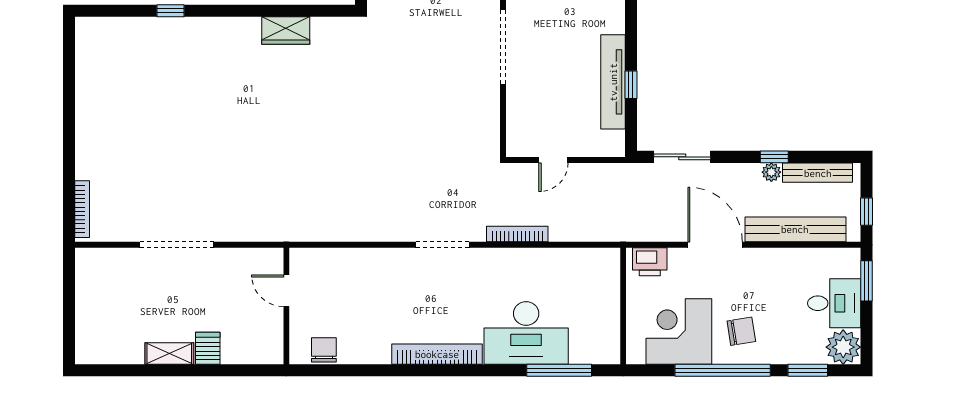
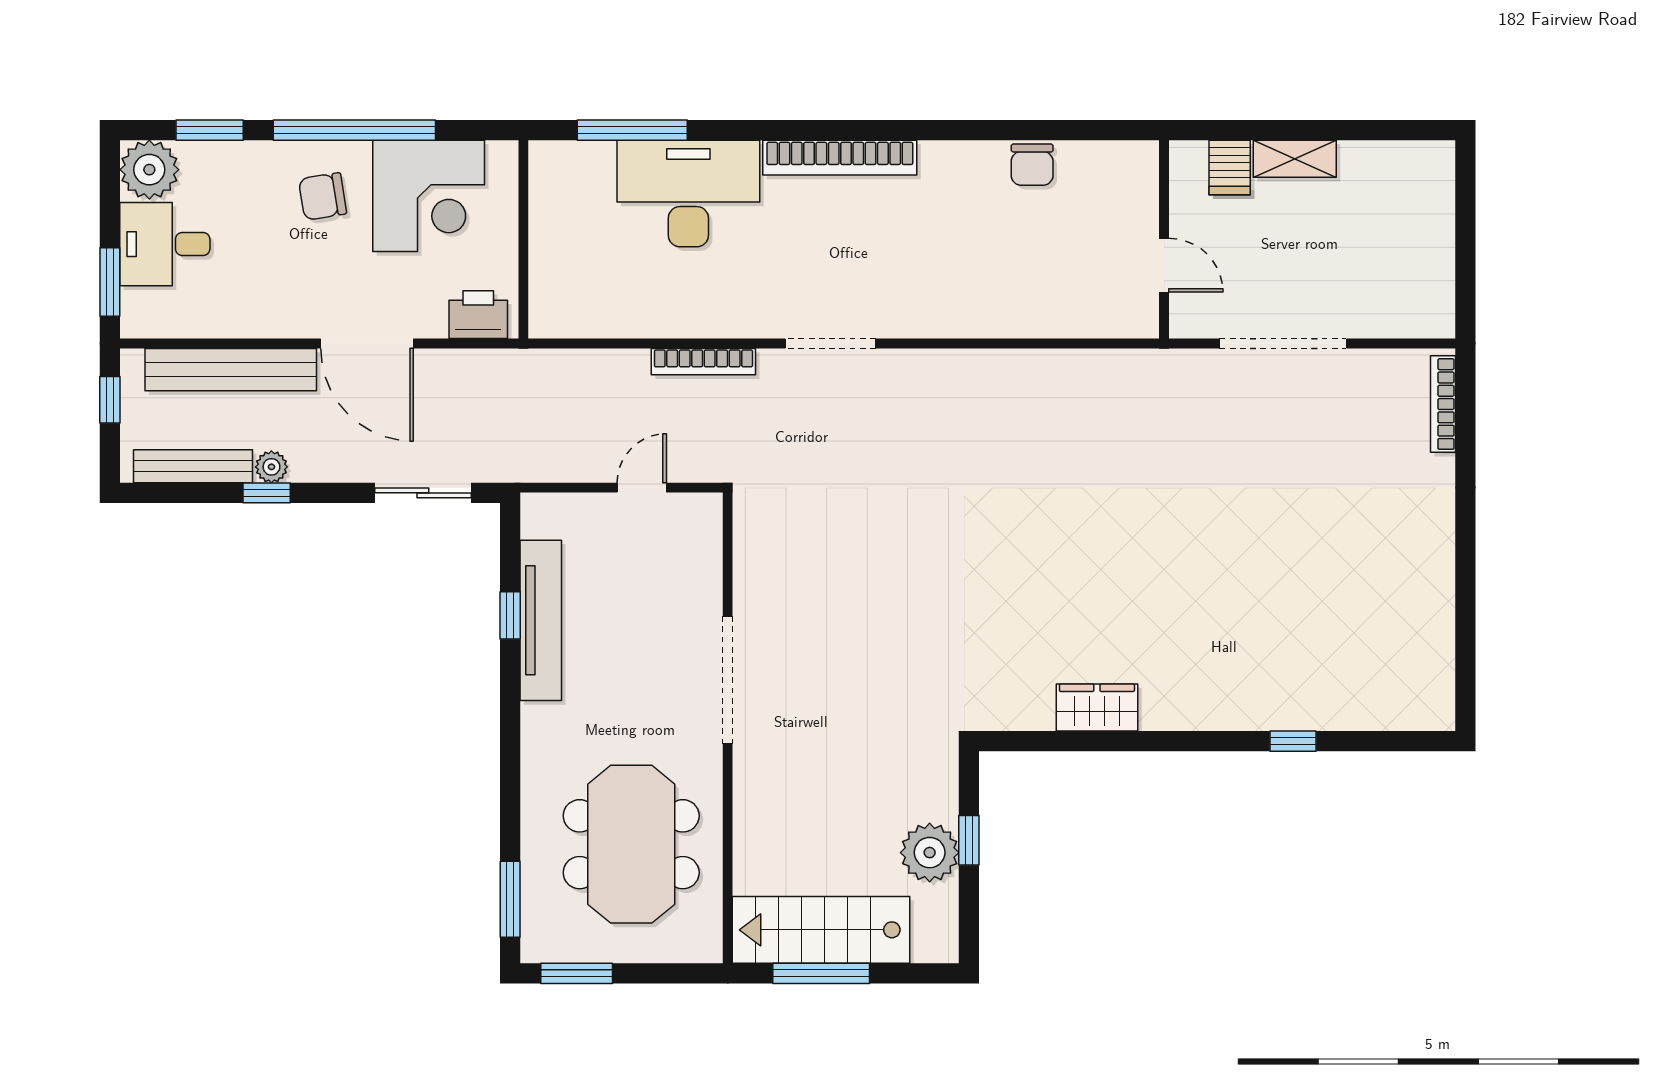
door: (286, 291) -> (1164, 265), moved
wall: (286, 306) -> (1164, 239), moved

